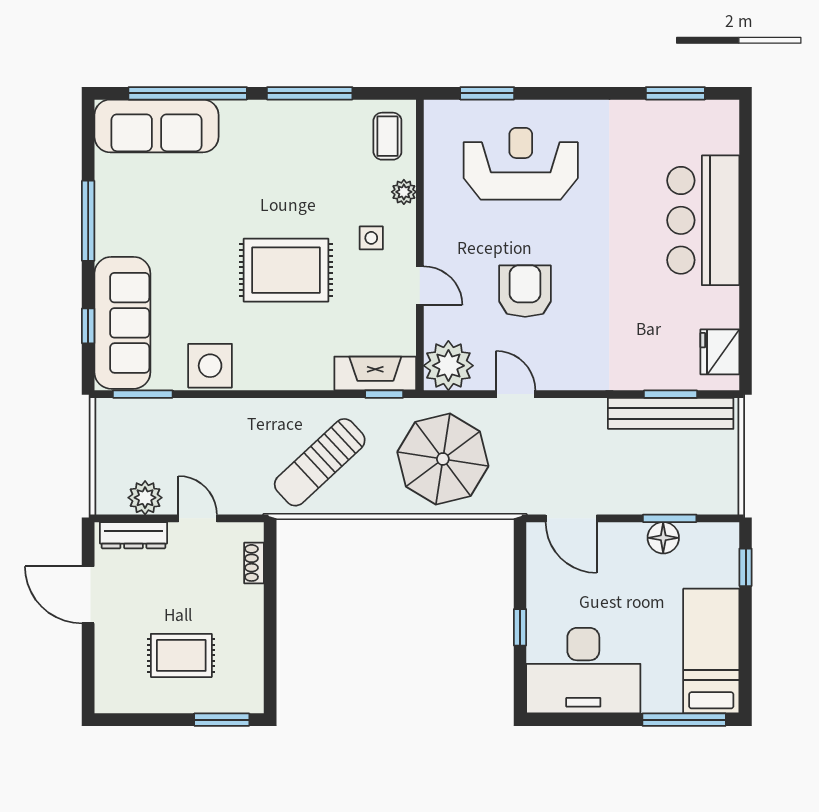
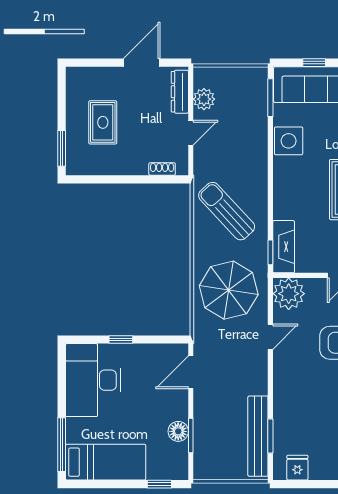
fridge: (720, 352) -> (297, 468), width x0.72

